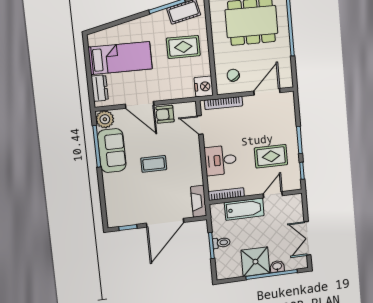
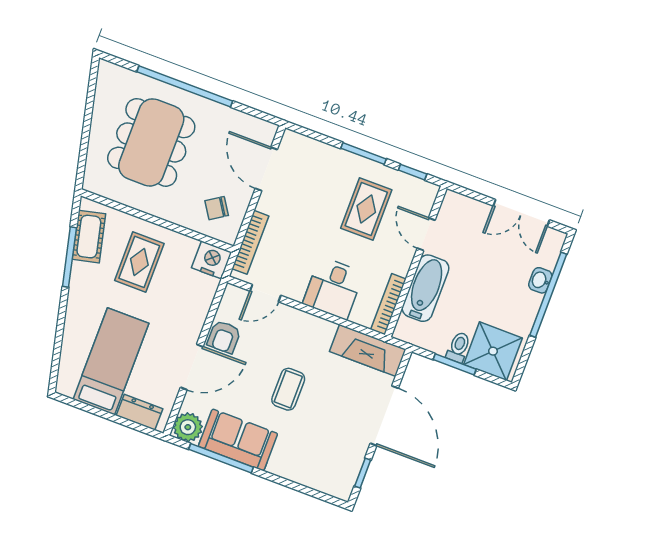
fireplace: (199, 201) -> (368, 350), width x1.37, depth x1.32
shower: (255, 262) -> (493, 351), moved

